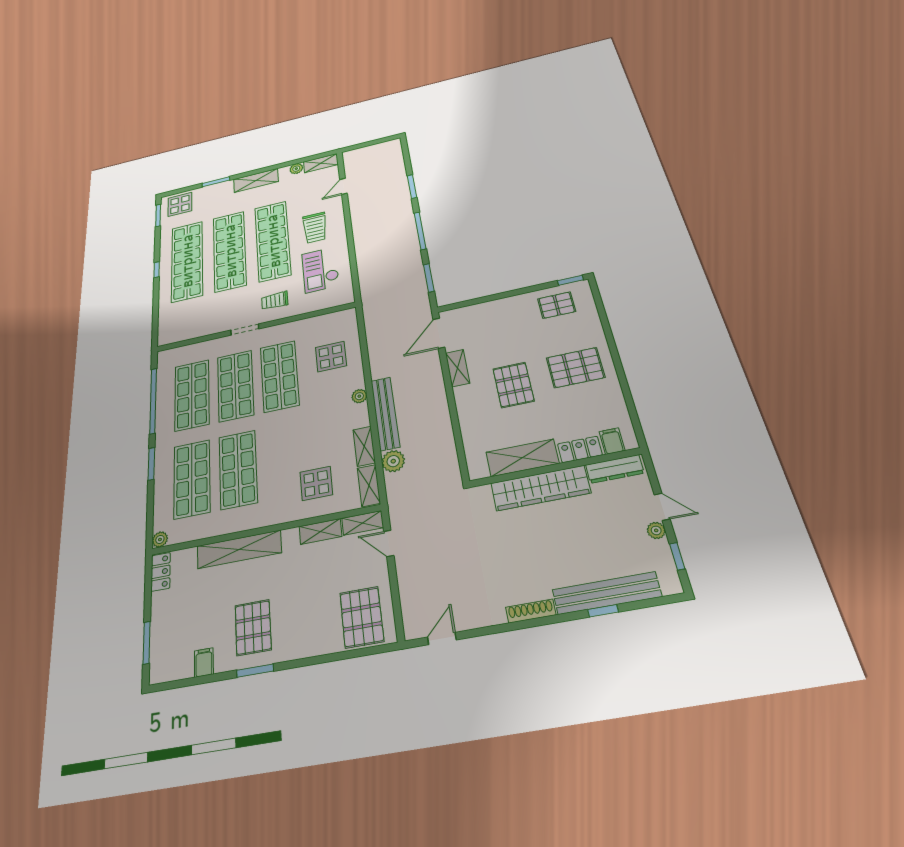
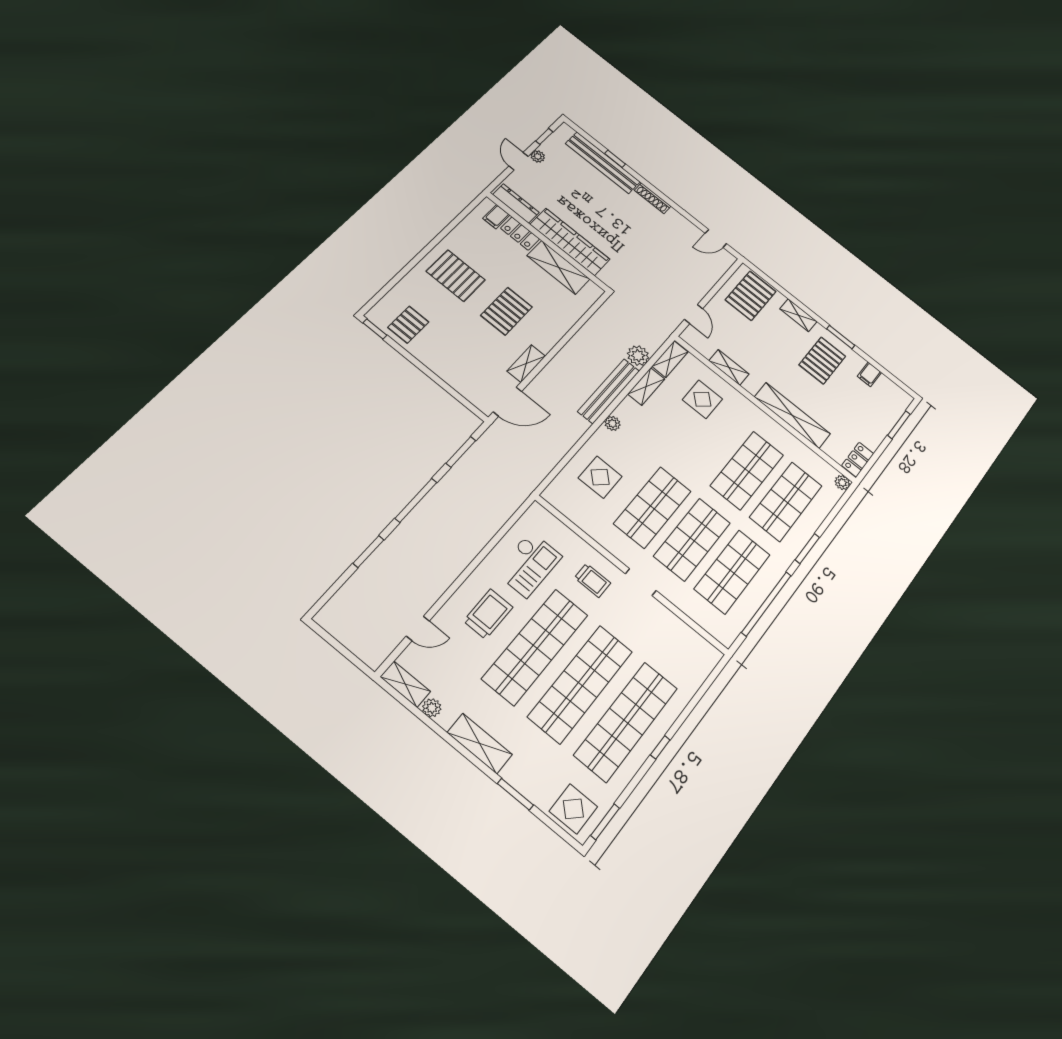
pallet: (557, 305) -> (408, 325), turned 90
shelving: (363, 523) -> (798, 315), moved

